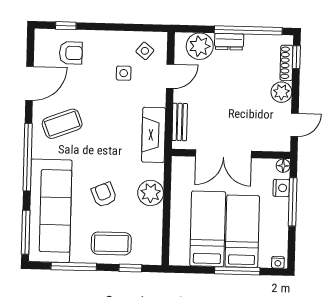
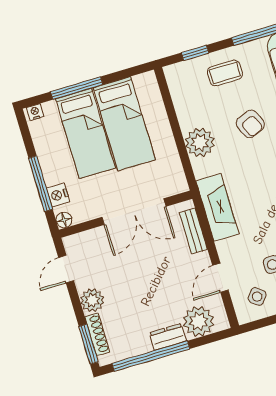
window: (296, 57) -> (88, 344), width x1.50
double door: (223, 154) -> (134, 212), swing flipped
coffee table: (111, 243) -> (225, 73), width x0.73, depth x0.77

